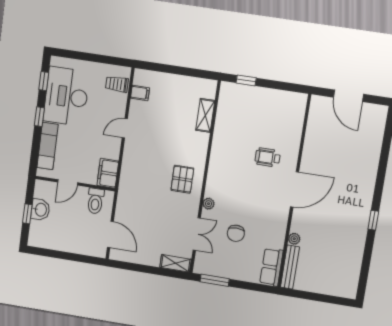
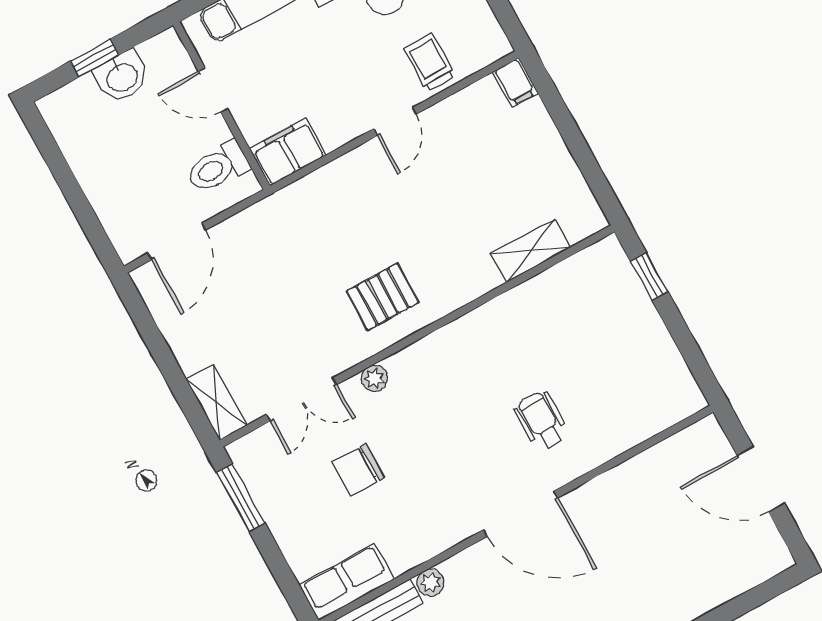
trolley: (117, 84) -> (429, 62), moved
filing cabinet: (140, 93) -> (515, 82), moved
door: (349, 96) -> (761, 479), hinge flipped
door: (125, 128) -> (395, 122), swing flipped

